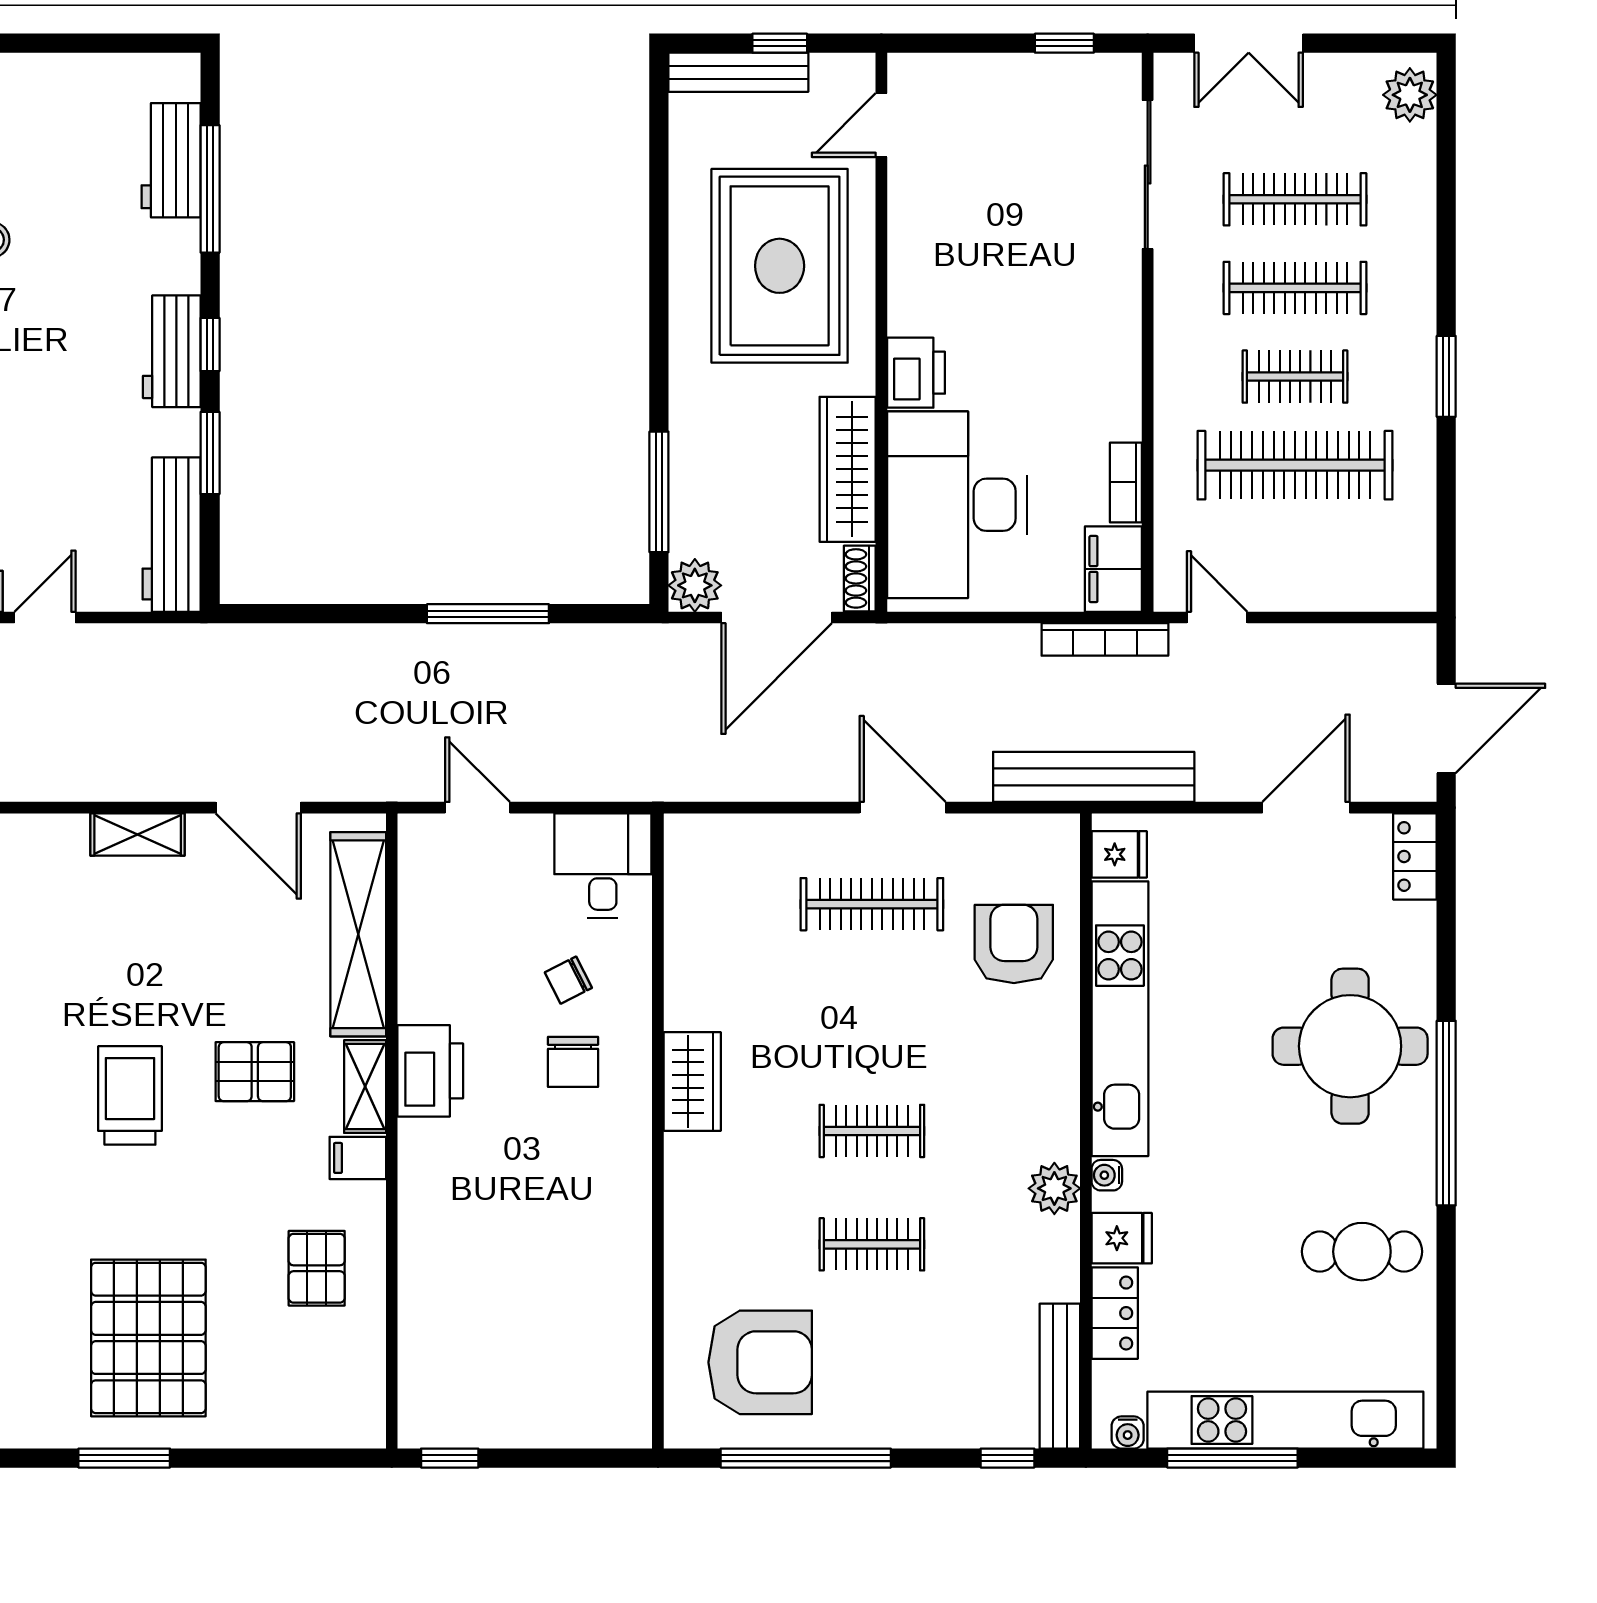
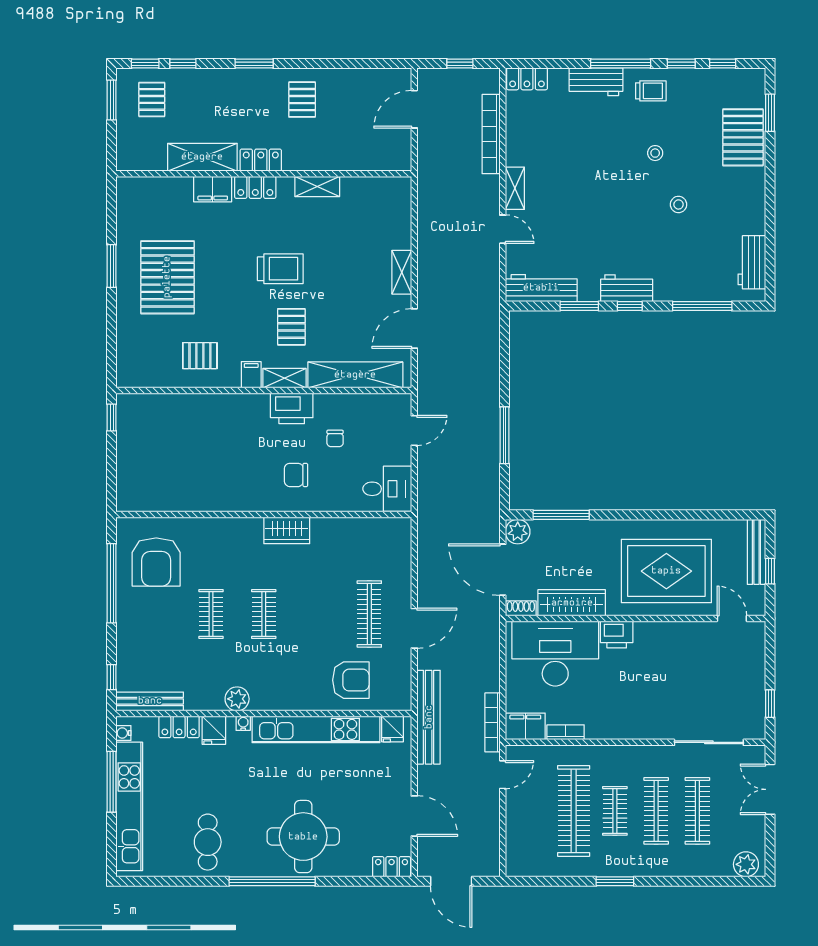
workbench: (171, 160) -> (752, 262), moved, turned -90
chair: (568, 980) -> (335, 438), moved, turned -153
pallet: (148, 1338) -> (167, 277), turned 90

